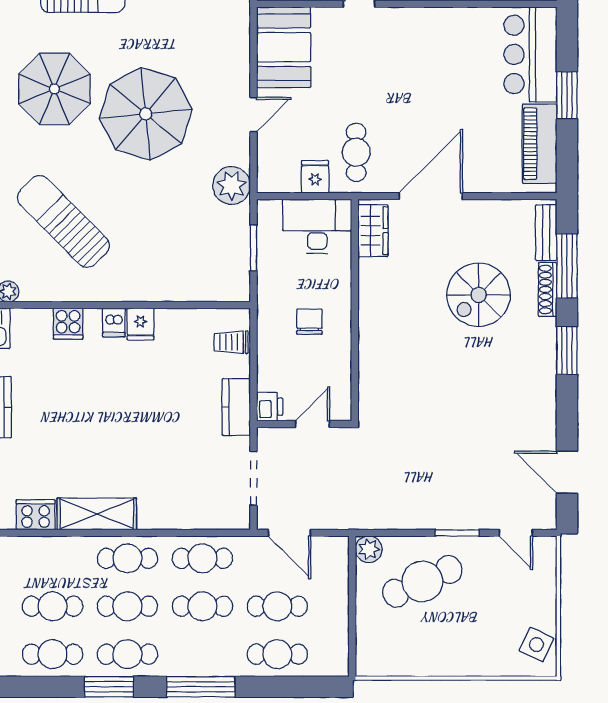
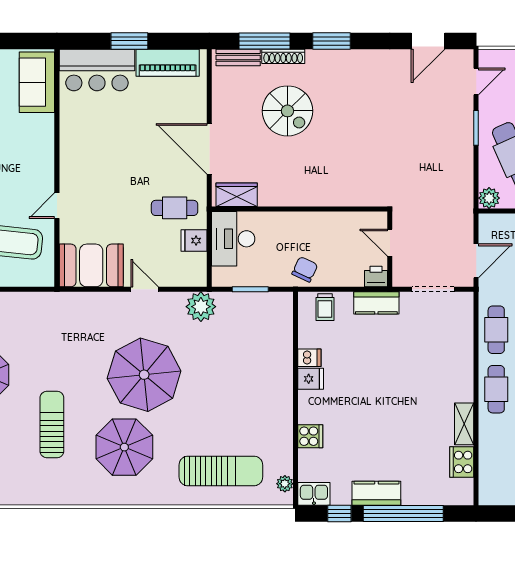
sun lounger: (63, 221) -> (221, 471), moved, turned -135
chair: (309, 322) -> (305, 269), moved, turned 115
dishwasher: (114, 323) -> (309, 358), moved
shelving: (97, 514) -> (464, 424), width x0.67, depth x0.75

